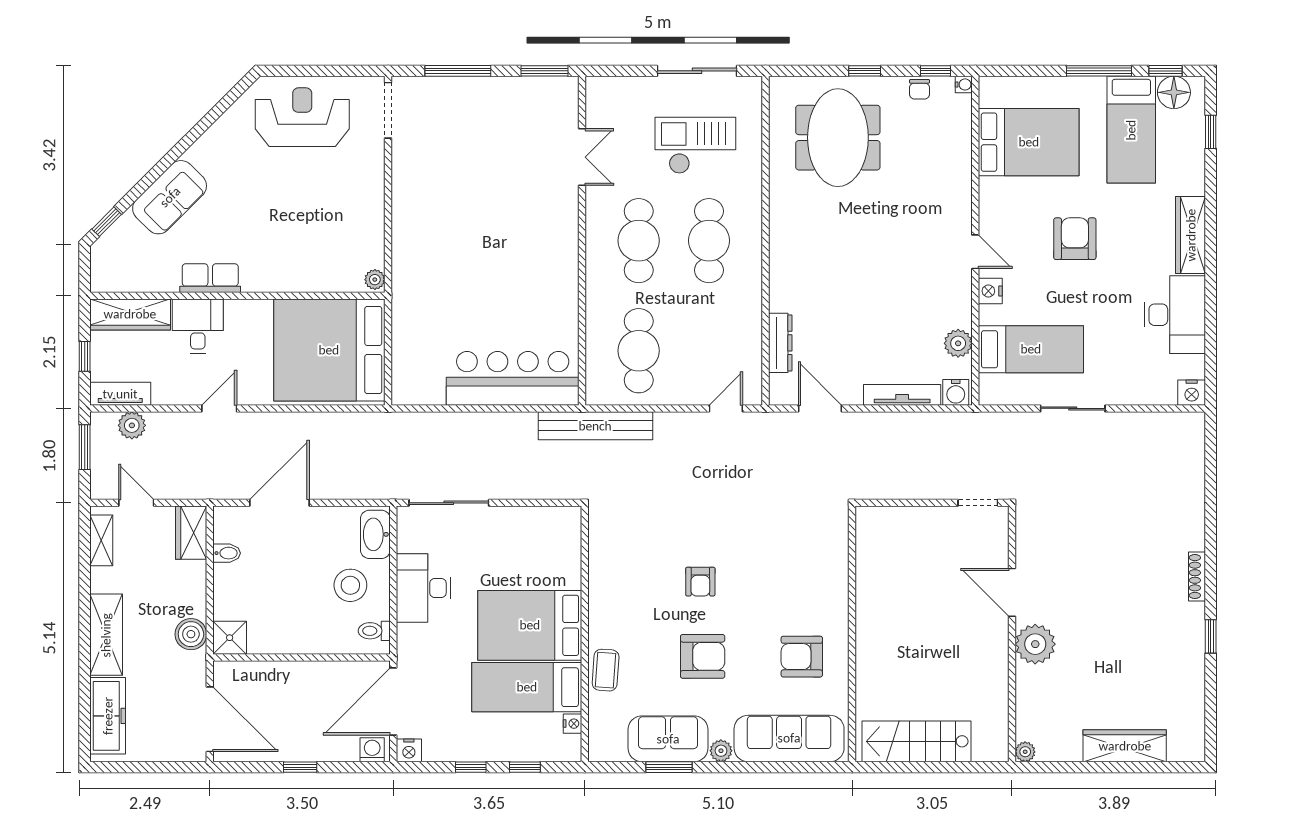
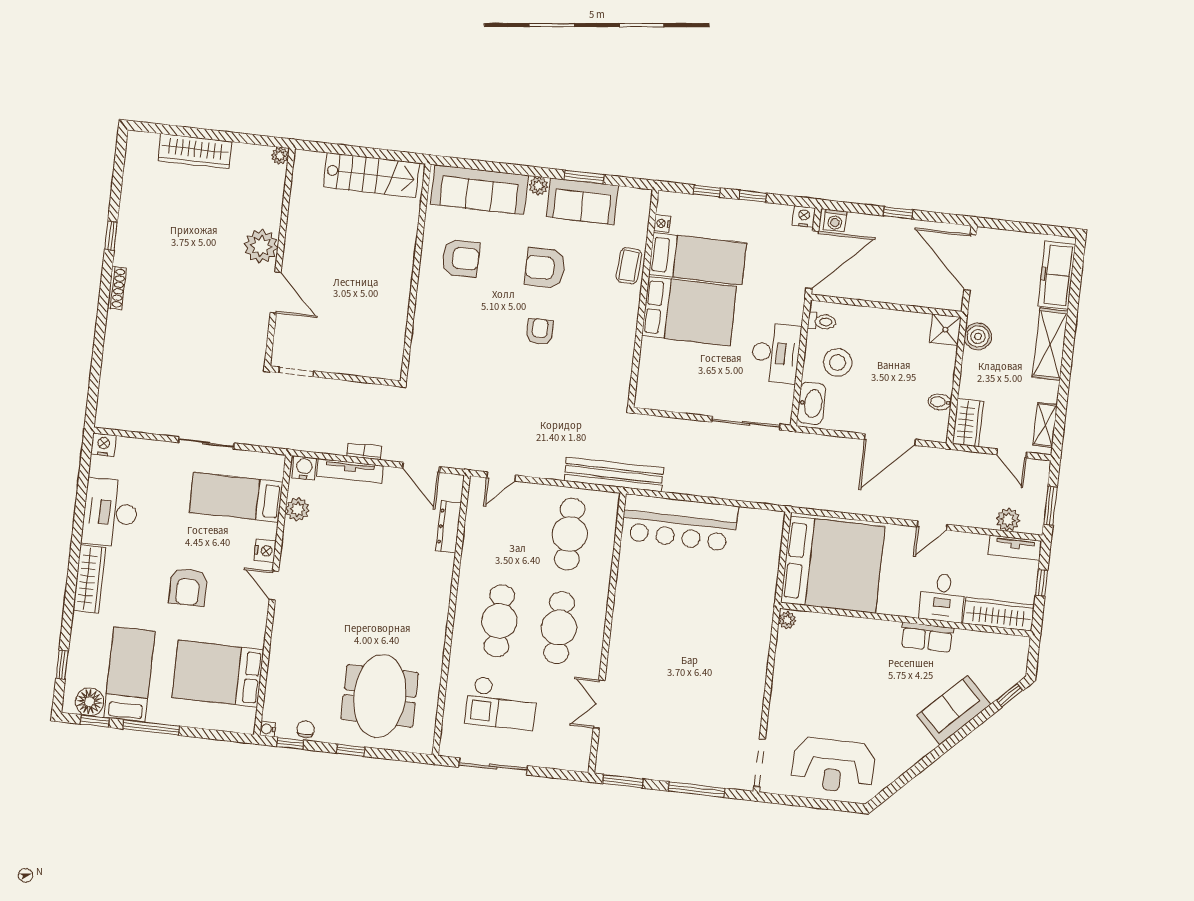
bookcase: (888, 419) -> (364, 451), added

